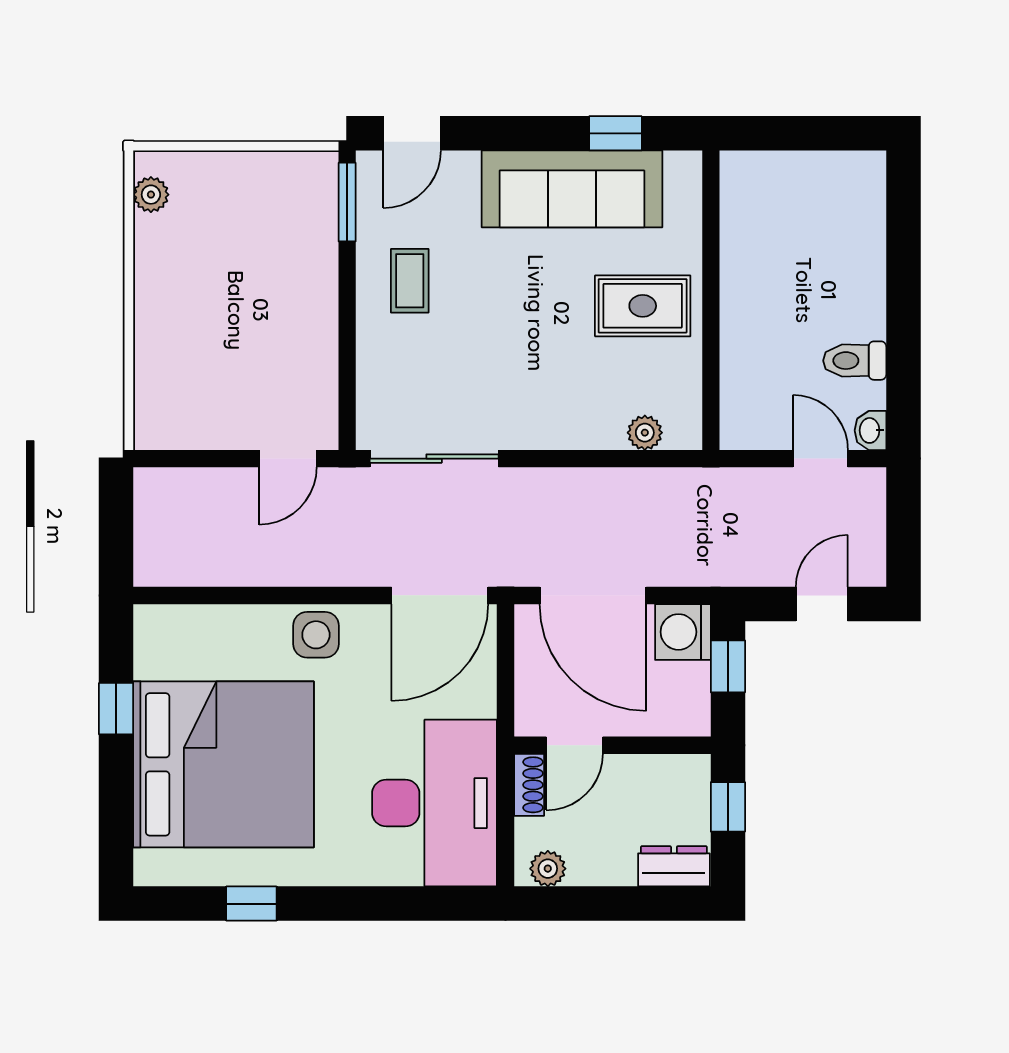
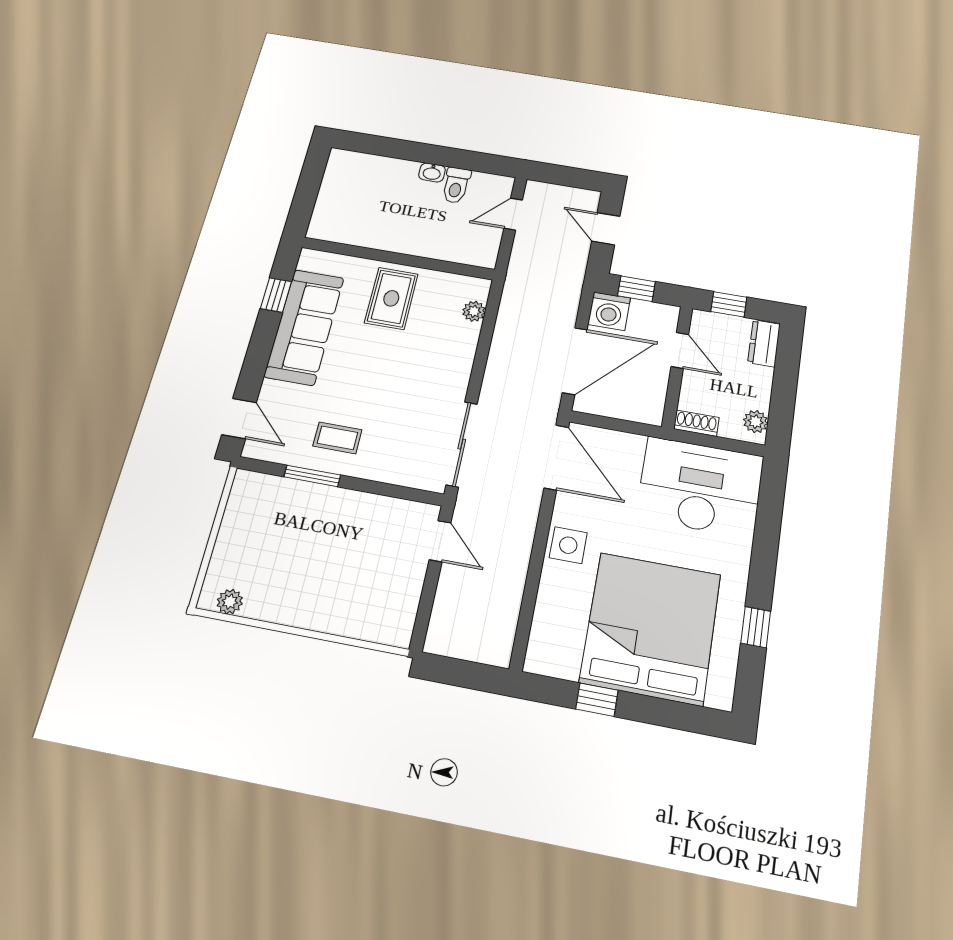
window: (347, 202) -> (312, 476), moved
washbasin: (870, 430) -> (432, 172), moved
door: (575, 745) -> (680, 350), moved

